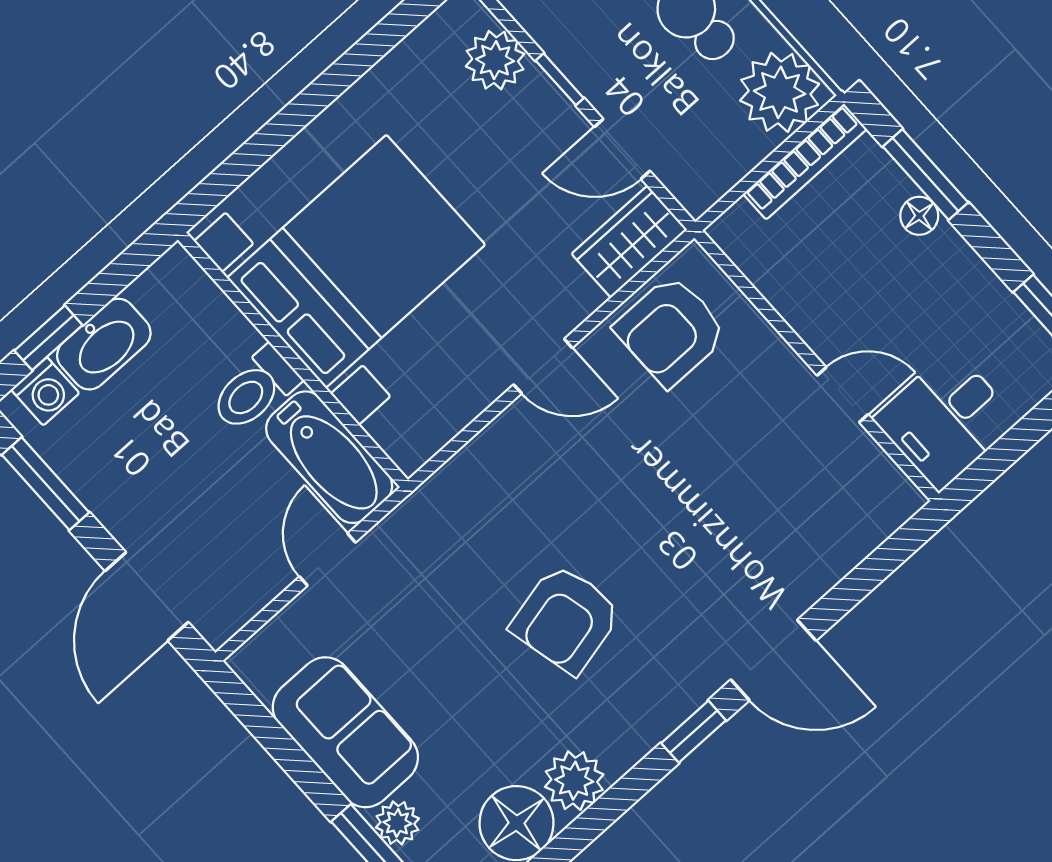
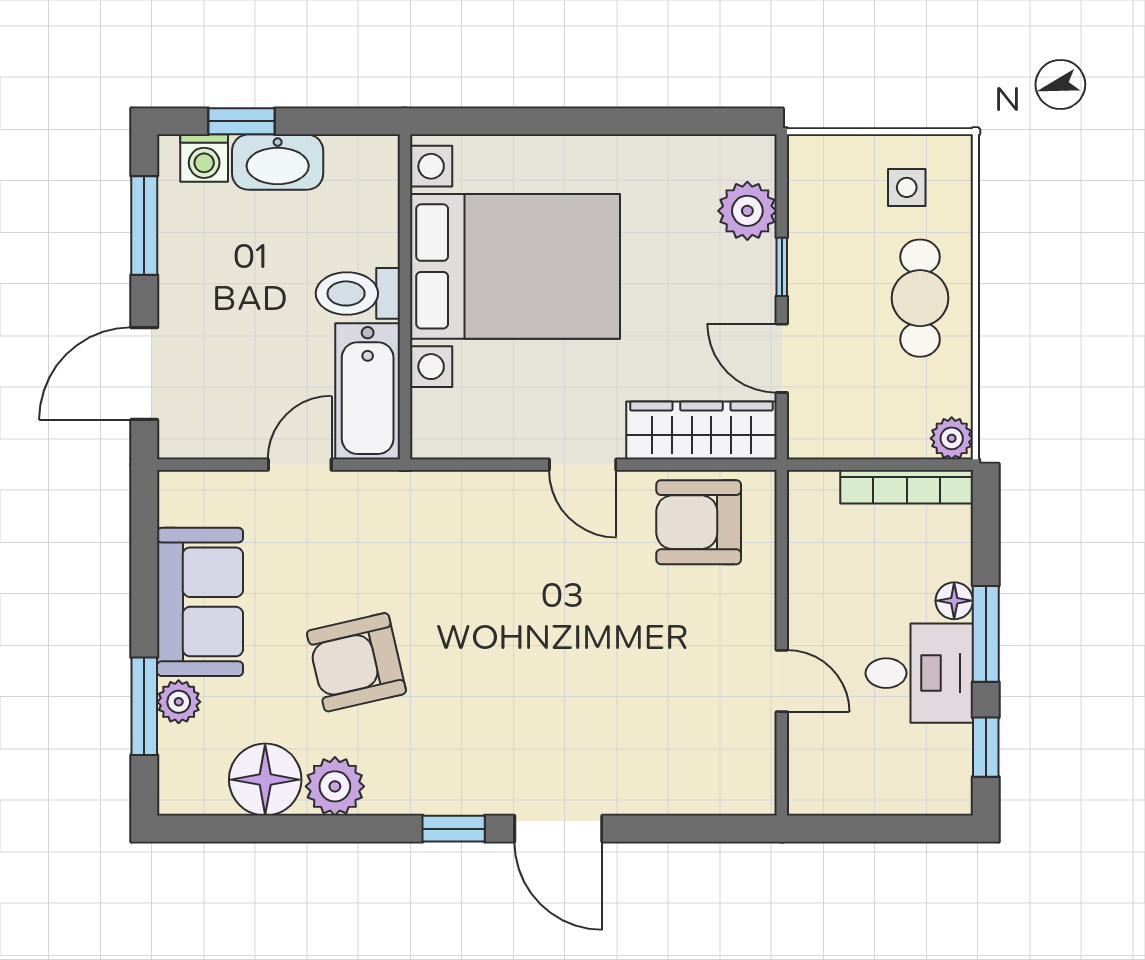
plant: (780, 92) -> (952, 438), width x0.53, depth x0.53
window: (925, 174) -> (986, 634), moved
wardrobe: (629, 242) -> (701, 430), width x1.50
desk: (946, 419) -> (919, 673), moved, turned 180
armchair: (566, 619) -> (356, 662), moved

